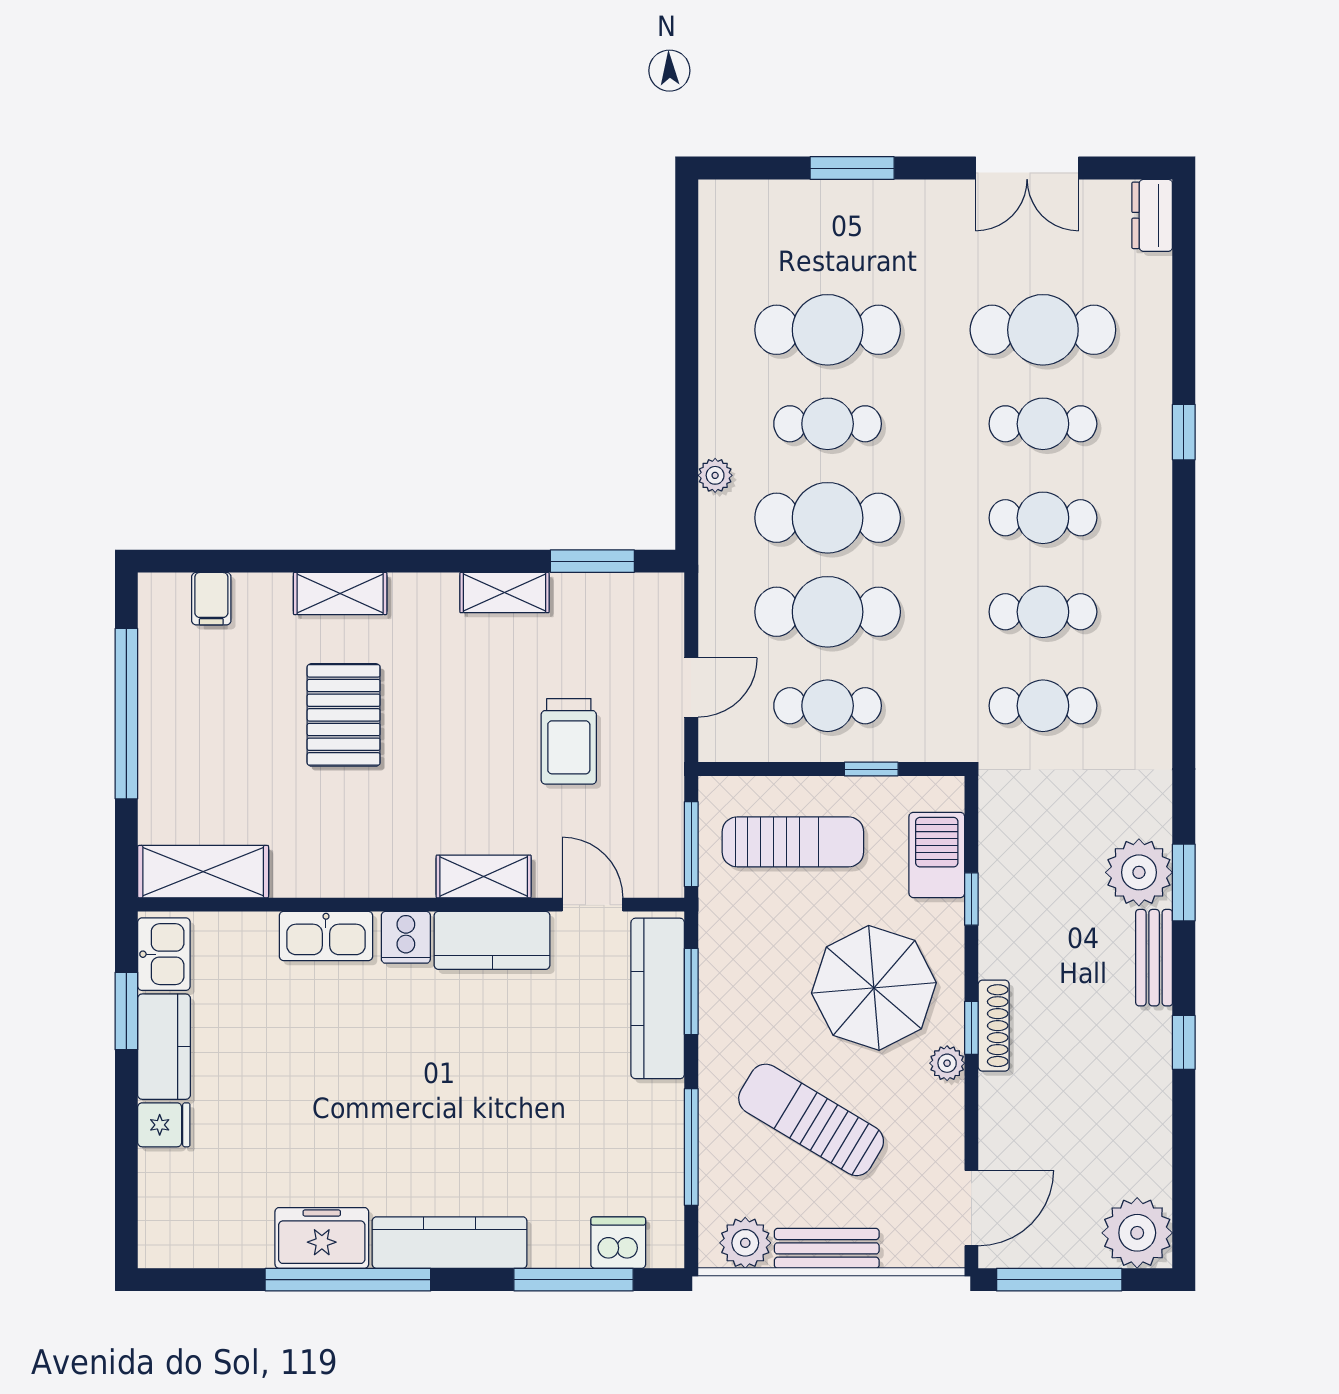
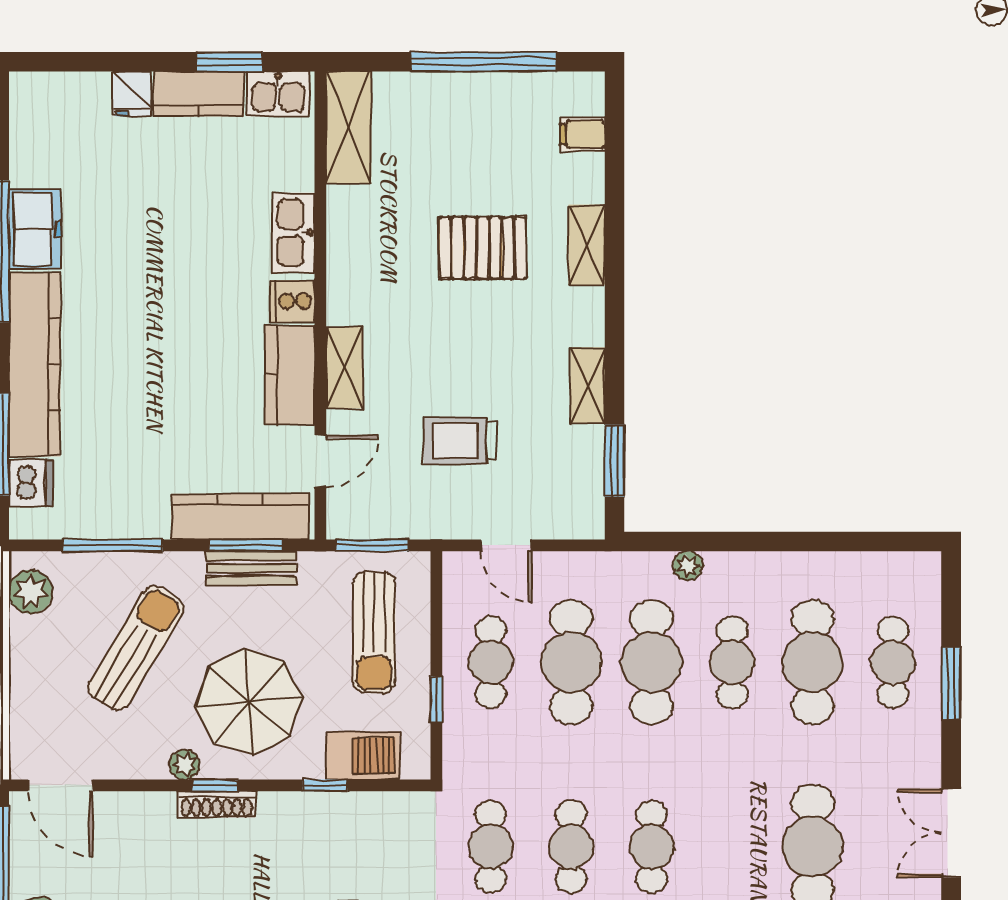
cafe table: (1043, 424) -> (893, 662), moved
kitchen counter: (450, 1243) -> (35, 364), width x1.39, depth x1.17
bench: (827, 1248) -> (251, 568), moved, turned 90

